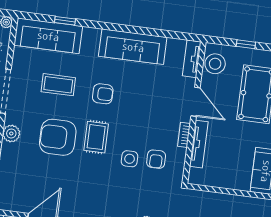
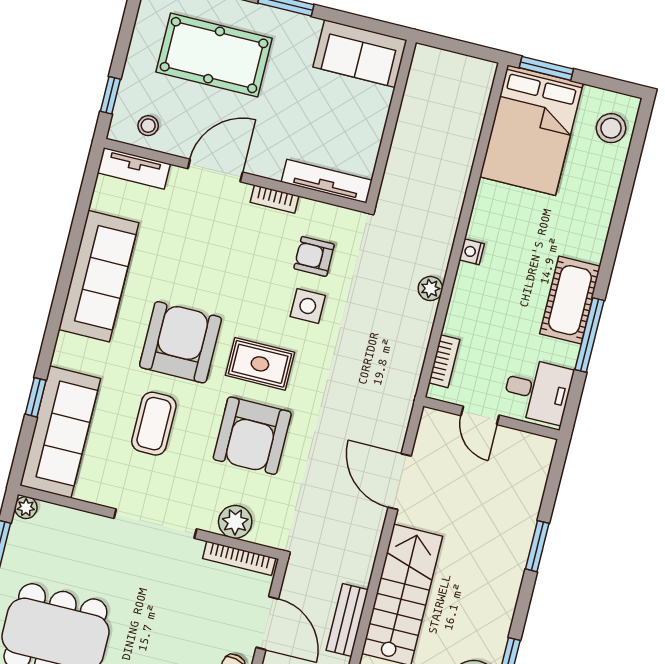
window: (246, 44) -> (110, 95), moved
stool: (215, 64) -> (148, 126), width x0.53, depth x0.53
armchair: (103, 94) -> (181, 342), width x1.88, depth x1.88
tv unit: (199, 144) -> (327, 181), moved
armchair: (156, 159) -> (314, 256), turned 180

